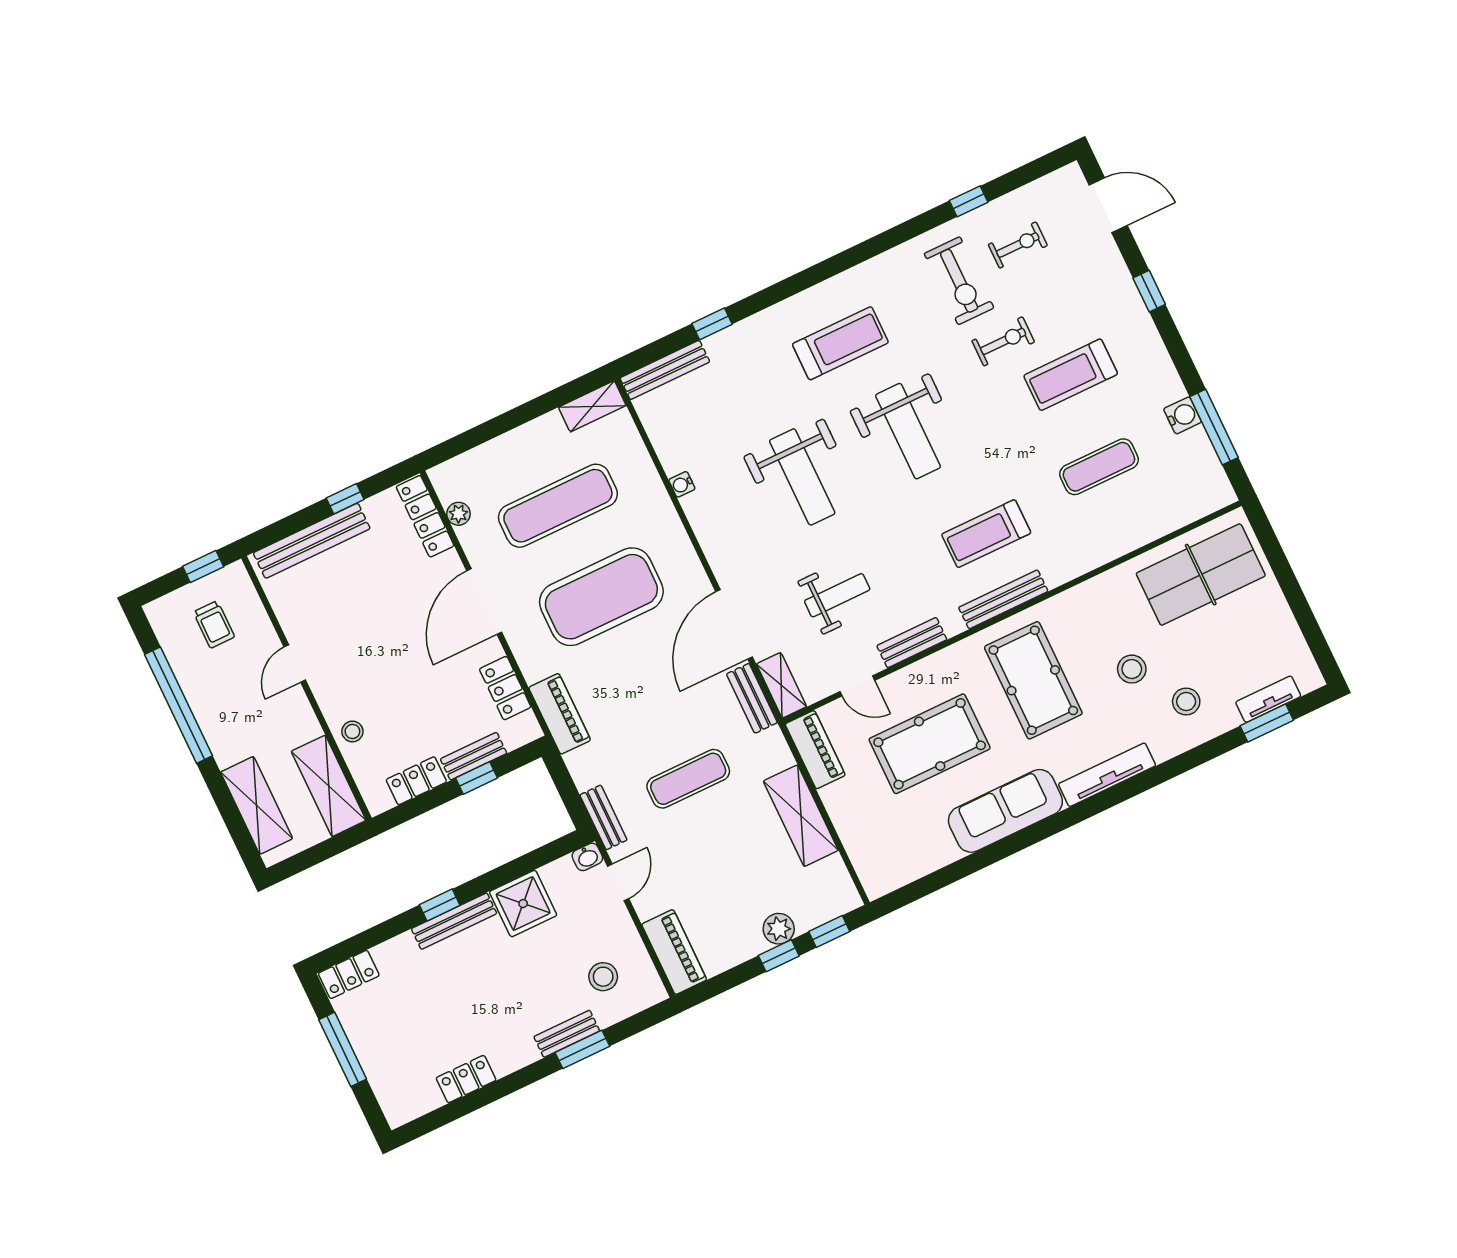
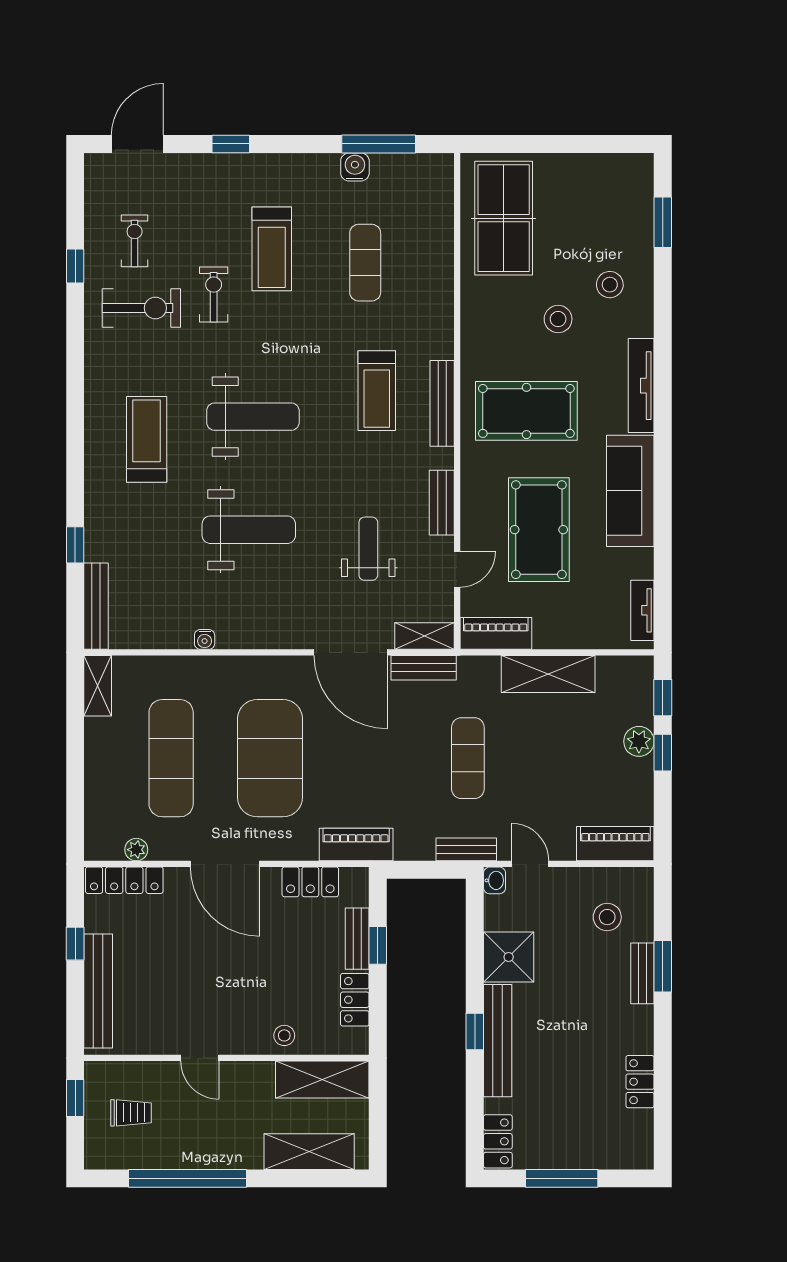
tv unit: (1268, 699) -> (642, 610), moved
bench: (454, 921) -> (498, 1041), width x1.37, depth x1.21

